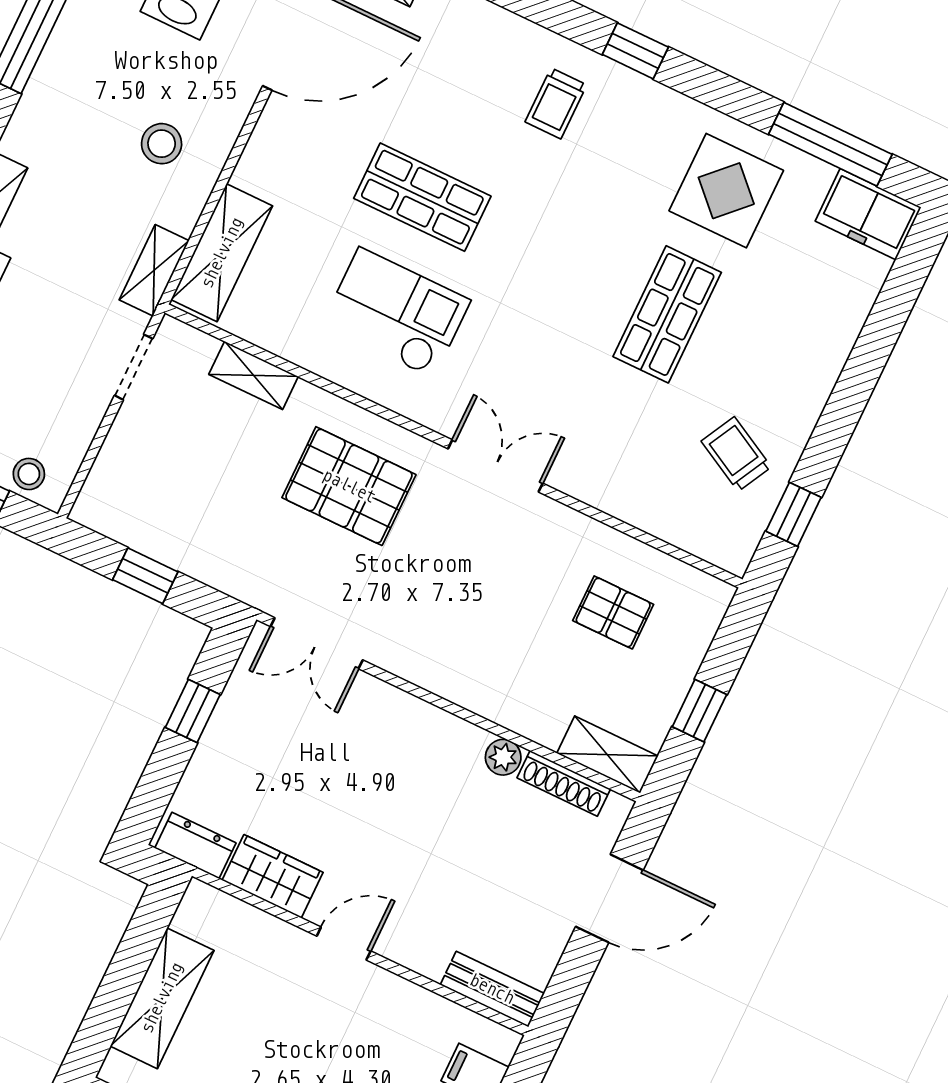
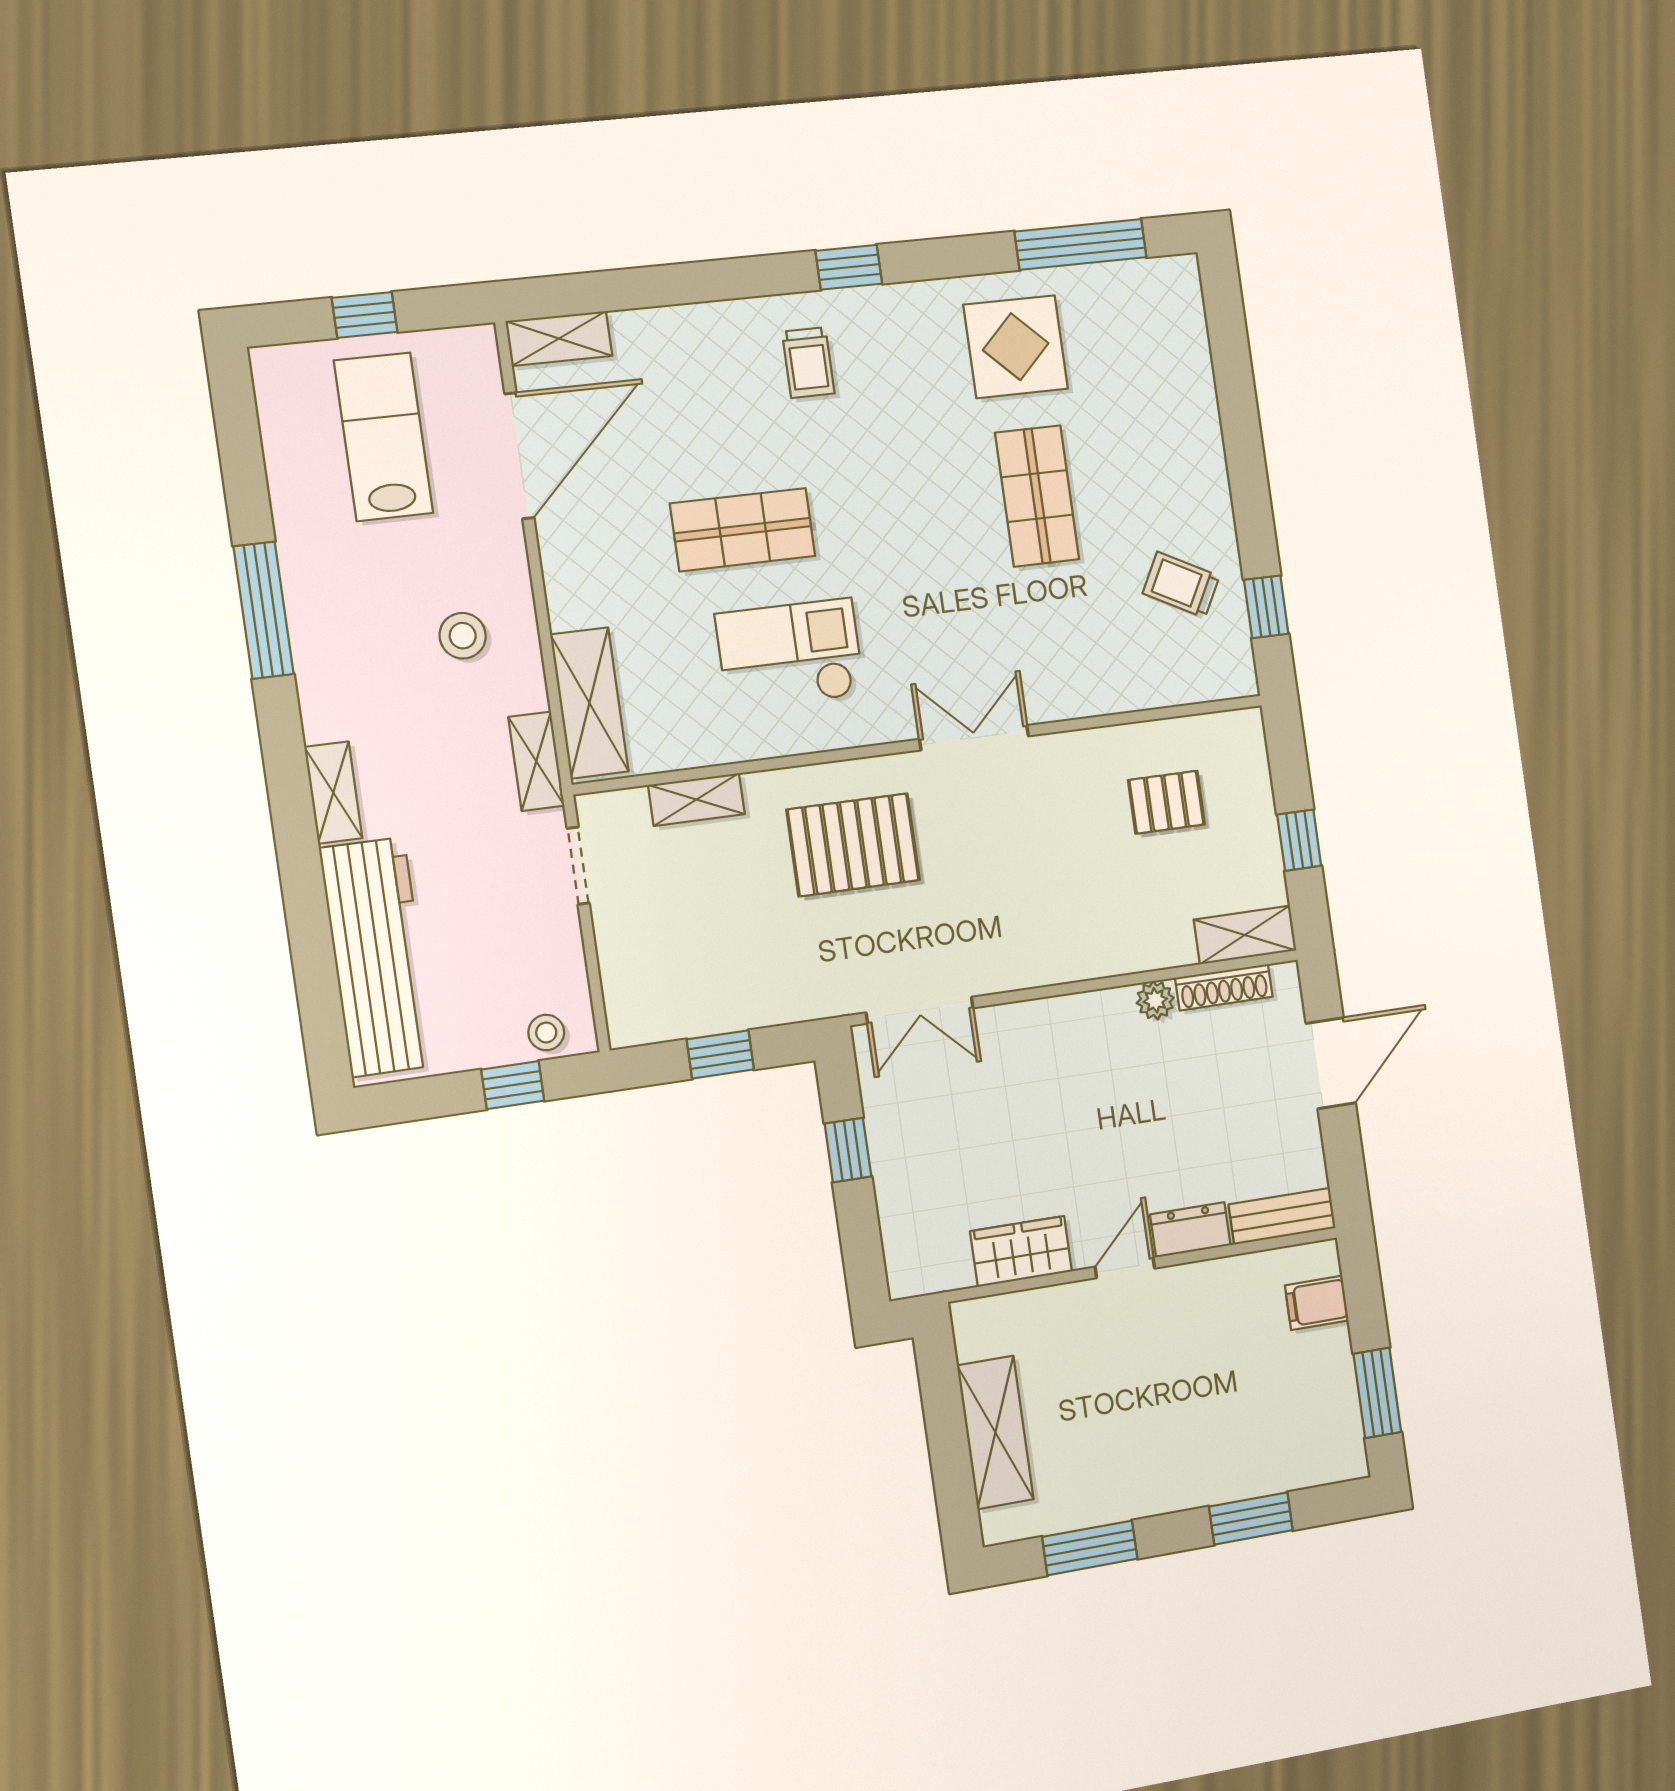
freezer: (868, 214) -> (1155, 288), removed
dresser: (195, 845) -> (1190, 1230), moved

